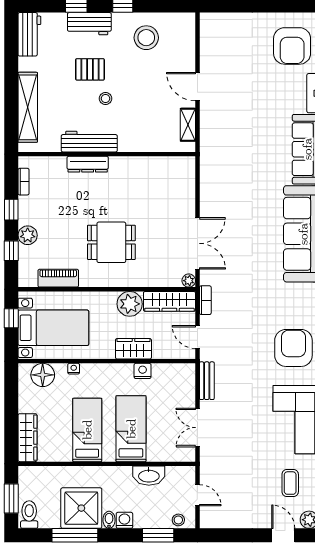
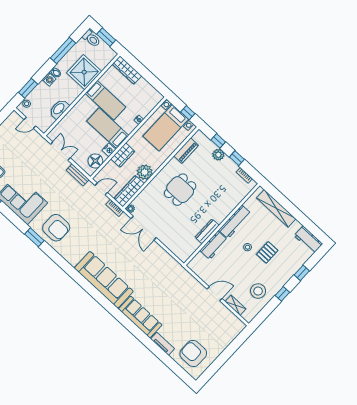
workbench: (89, 24) -> (214, 245), moved, turned 180
shelving: (188, 125) -> (236, 305), moved
dresser: (88, 164) -> (207, 231), moved
floor lamp: (43, 375) -> (95, 161), moved
bed: (131, 429) -> (108, 128), moved, turned 180
shower: (81, 508) -> (84, 72), moved

